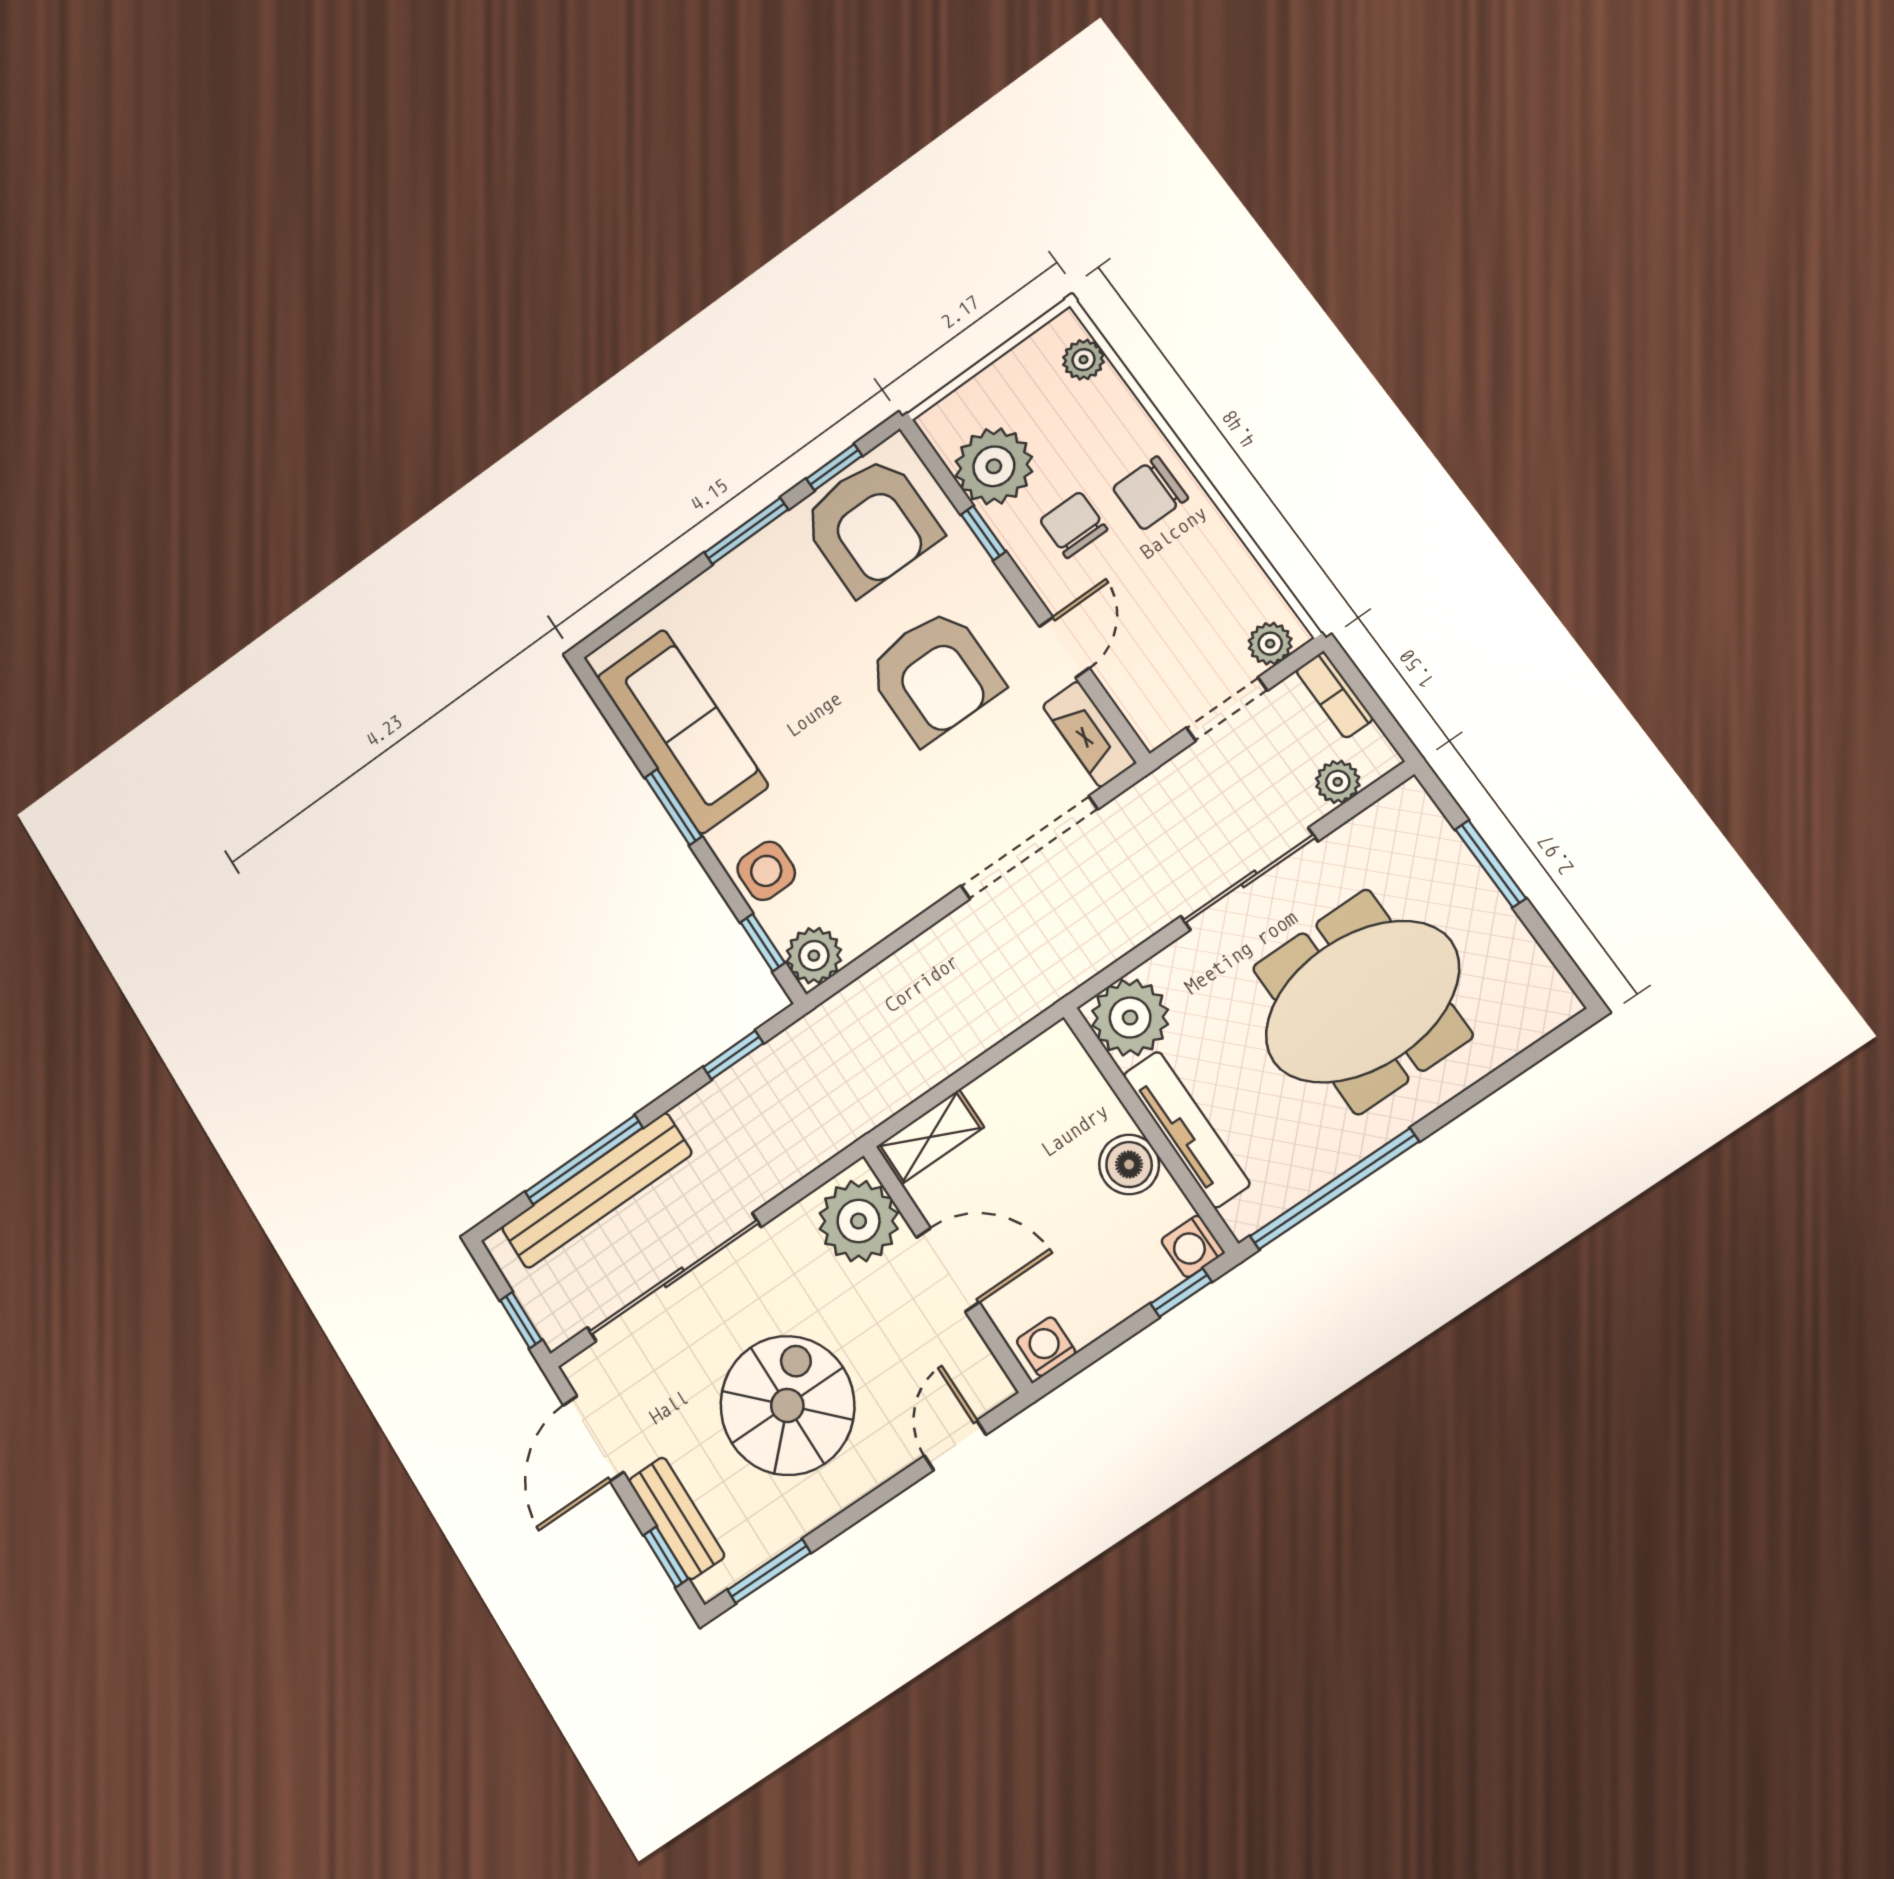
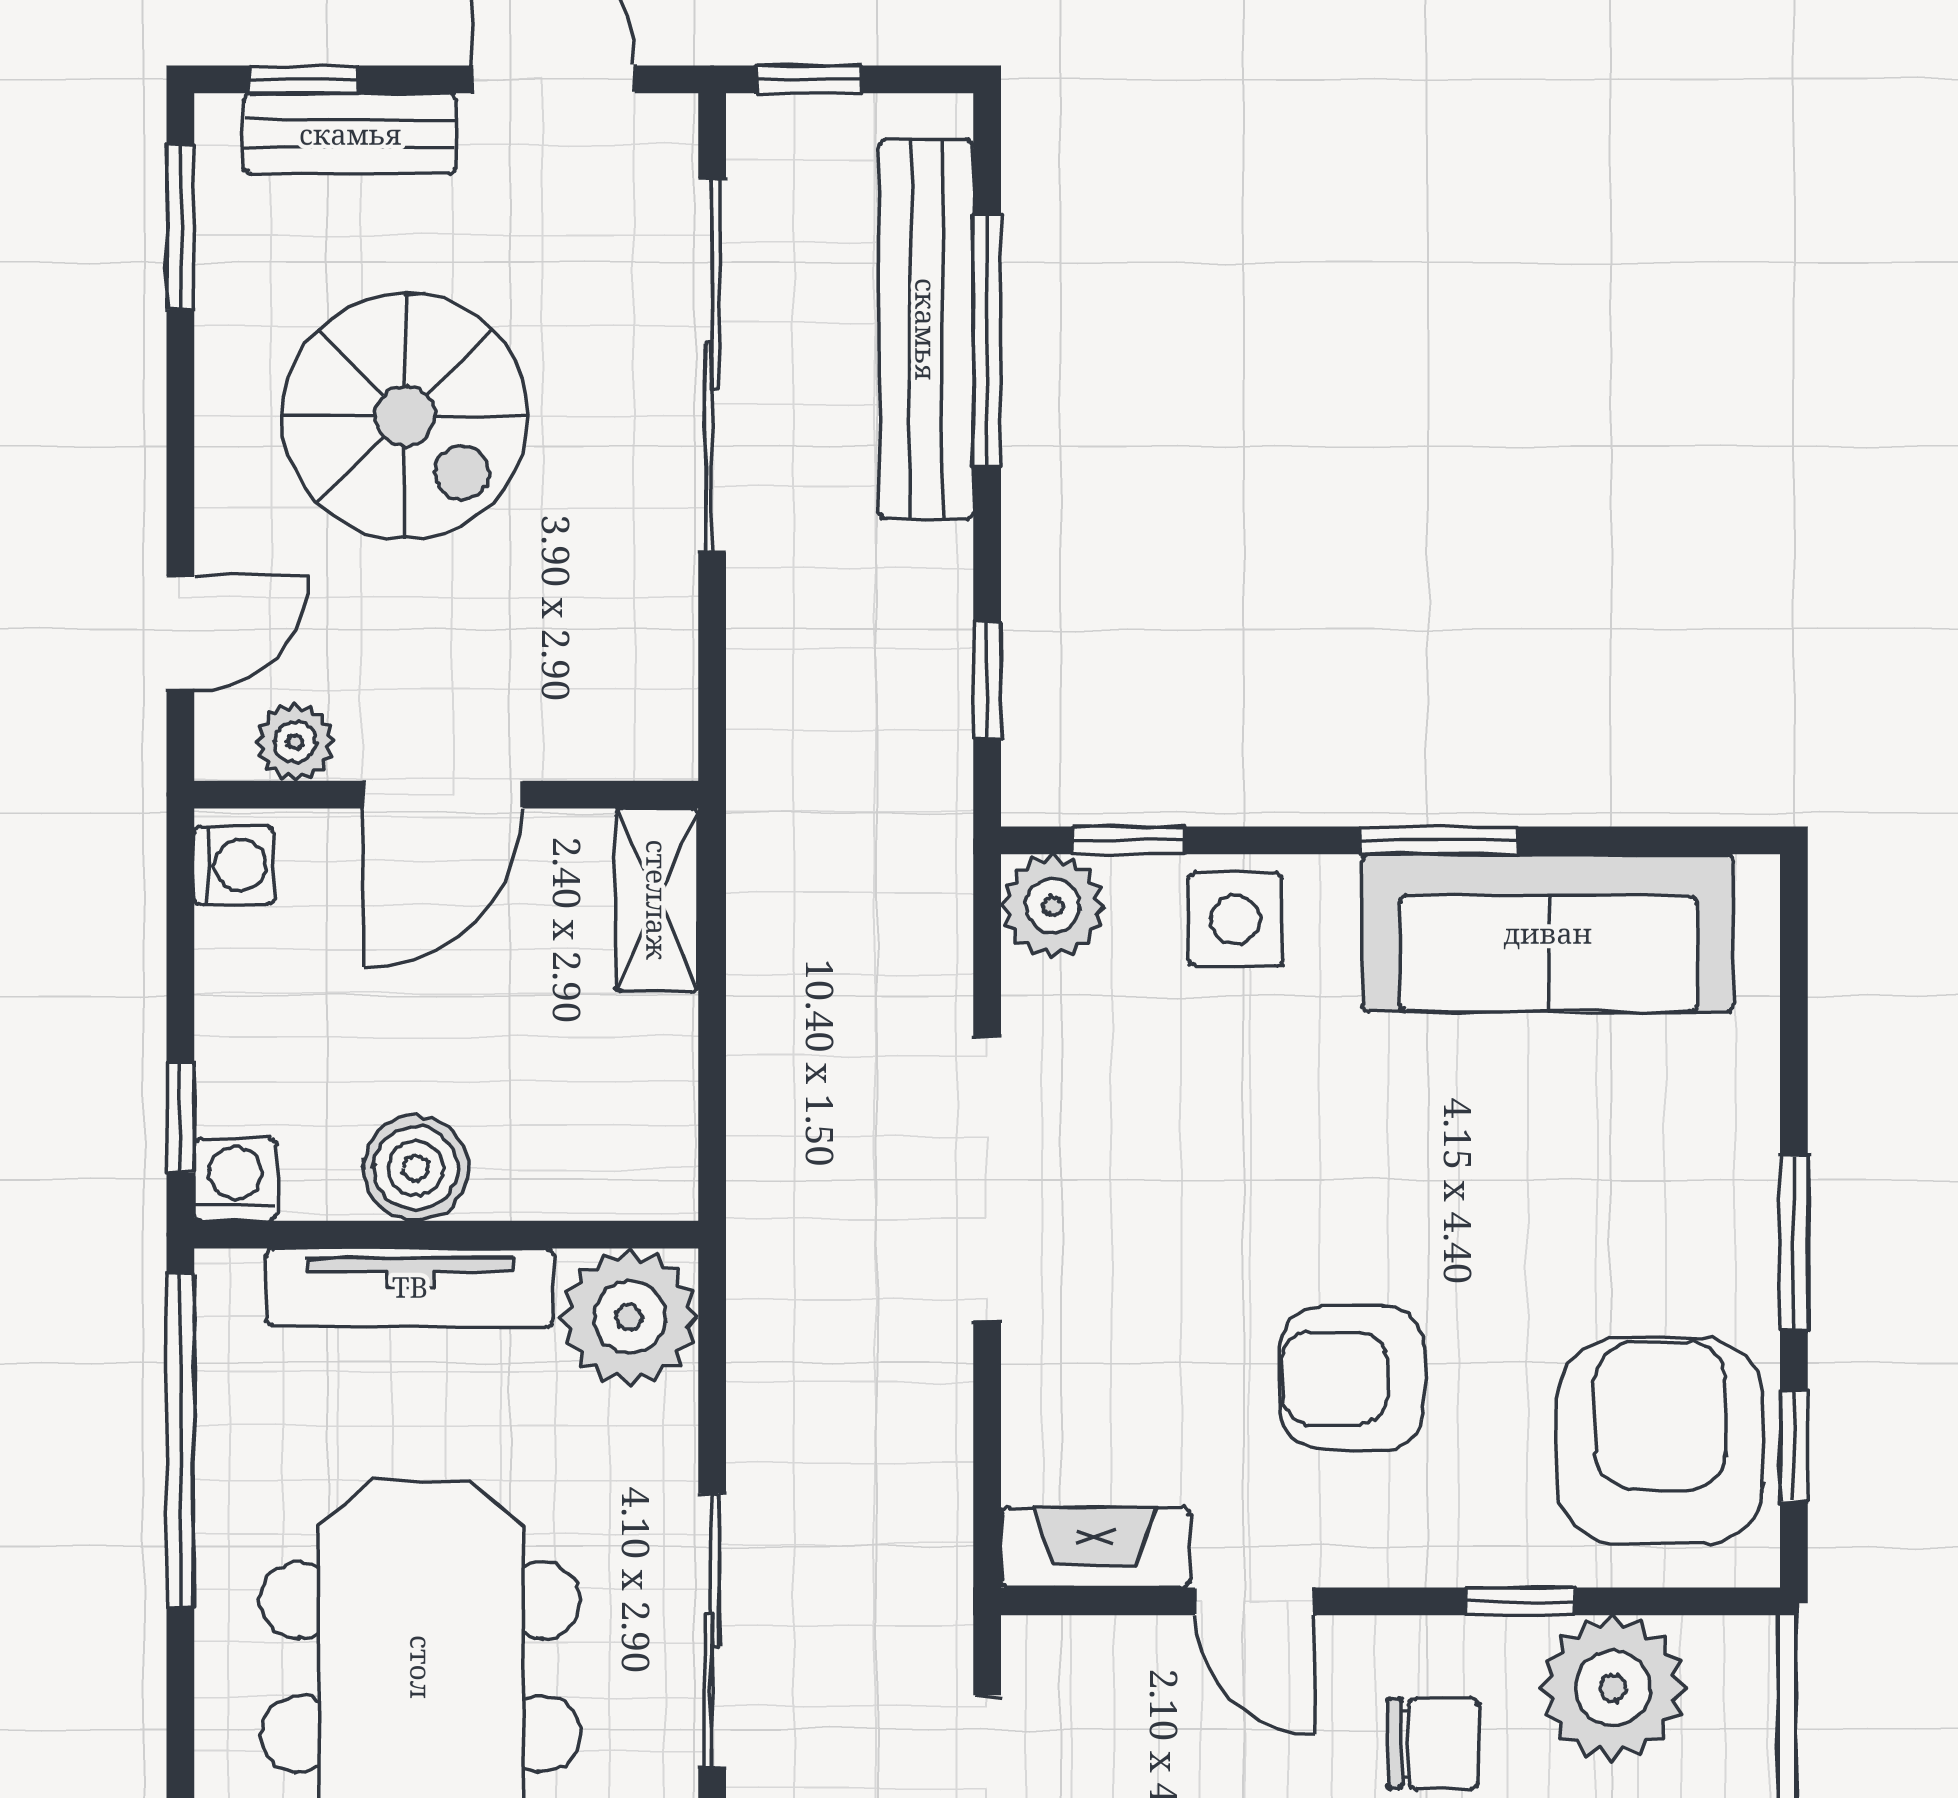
armchair: (871, 525) -> (1660, 1441), turned 90
armchair: (934, 676) -> (1352, 1378), width x0.73, depth x0.73
doorway: (1029, 848) -> (987, 1179), moved
plant: (859, 1221) -> (295, 742), moved, width x0.53, depth x0.53
door: (955, 1445) -> (180, 633), hinge flipped

